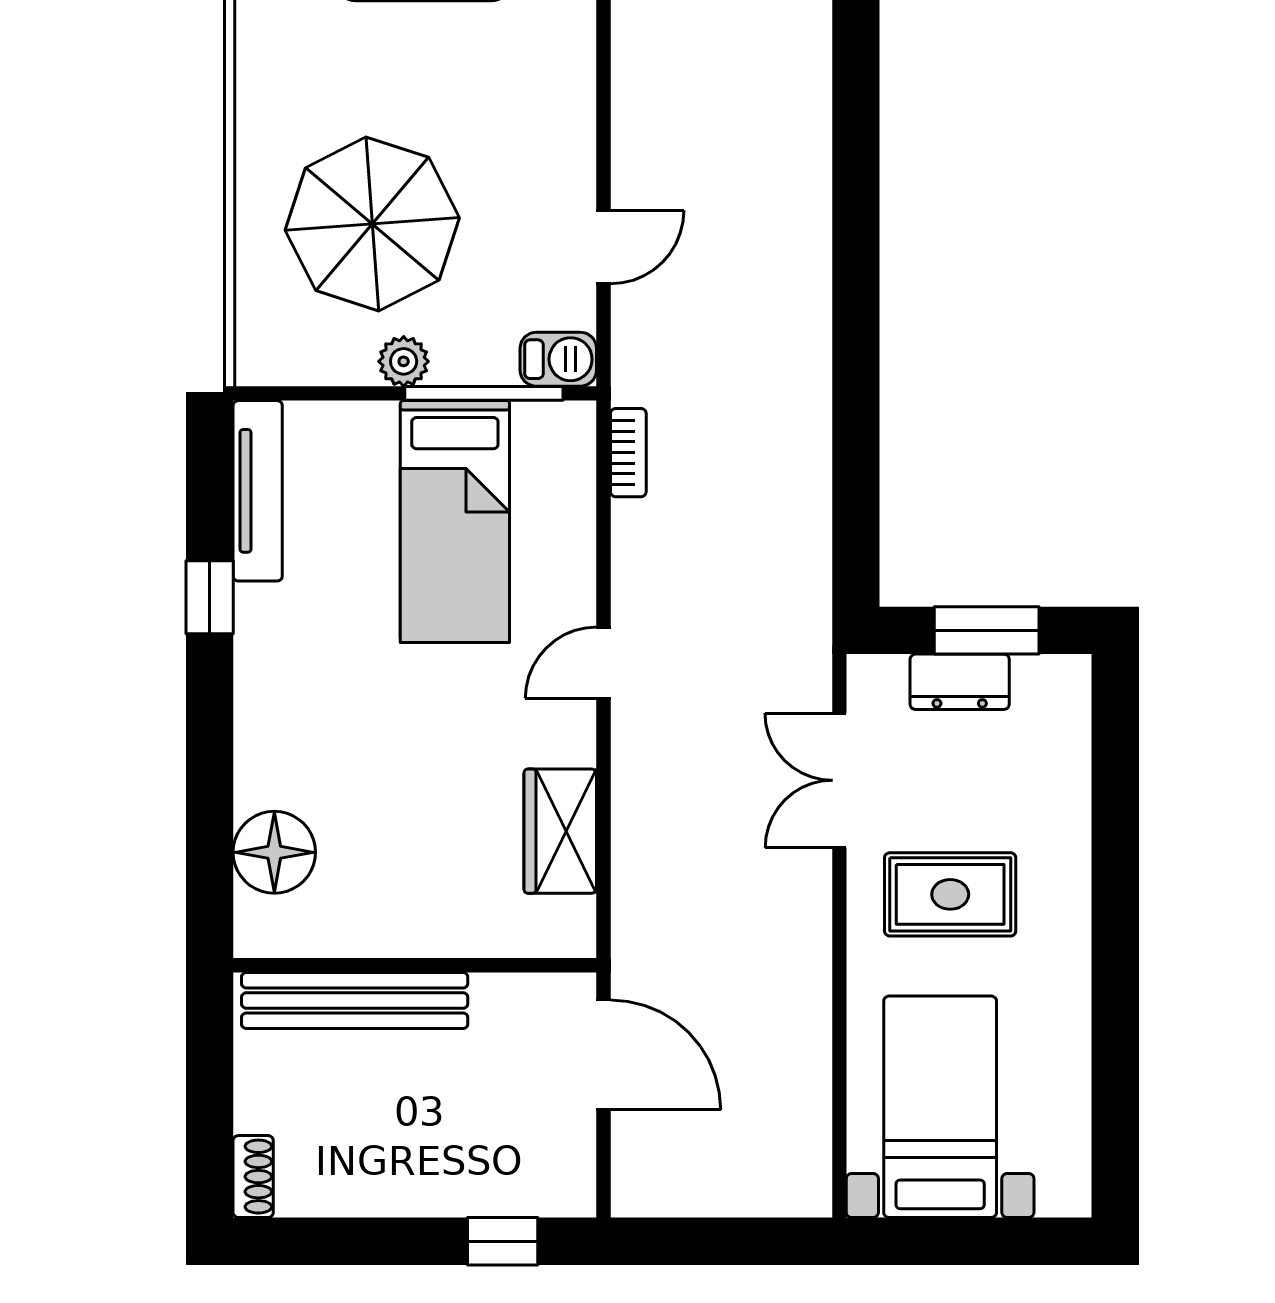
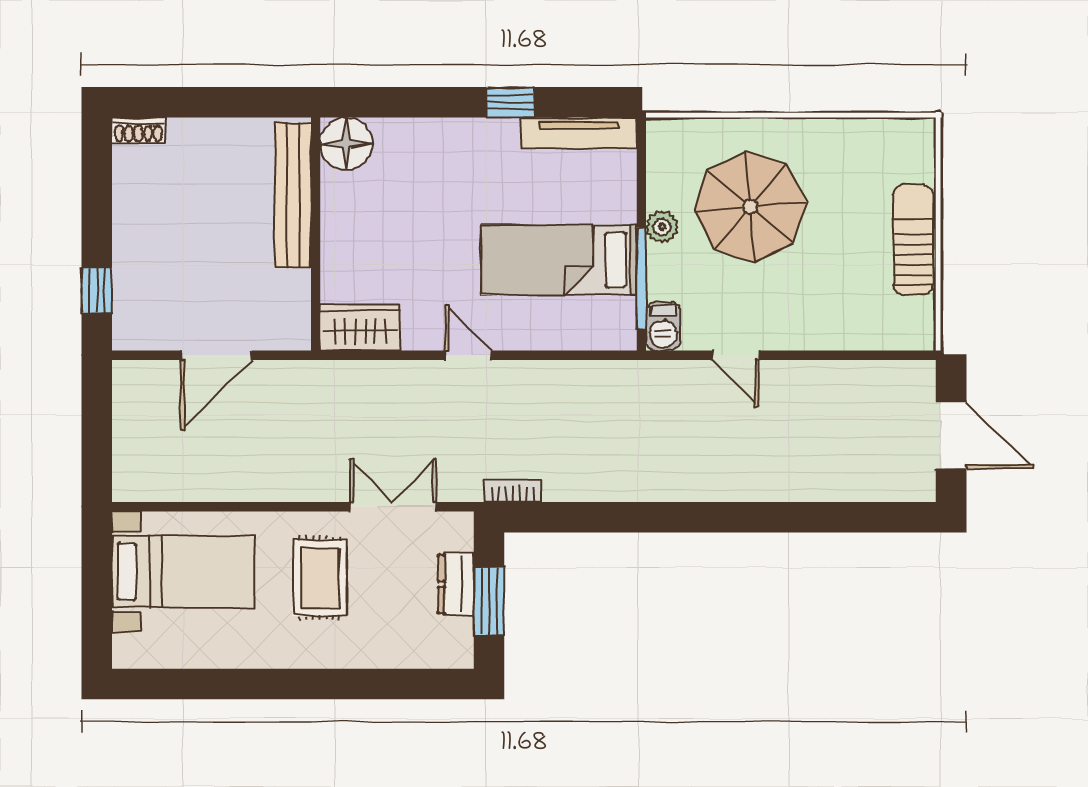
bookcase: (628, 453) -> (513, 491), moved, turned 180
wall: (415, 965) -> (316, 234), moved
bench: (355, 1000) -> (293, 195), moved

